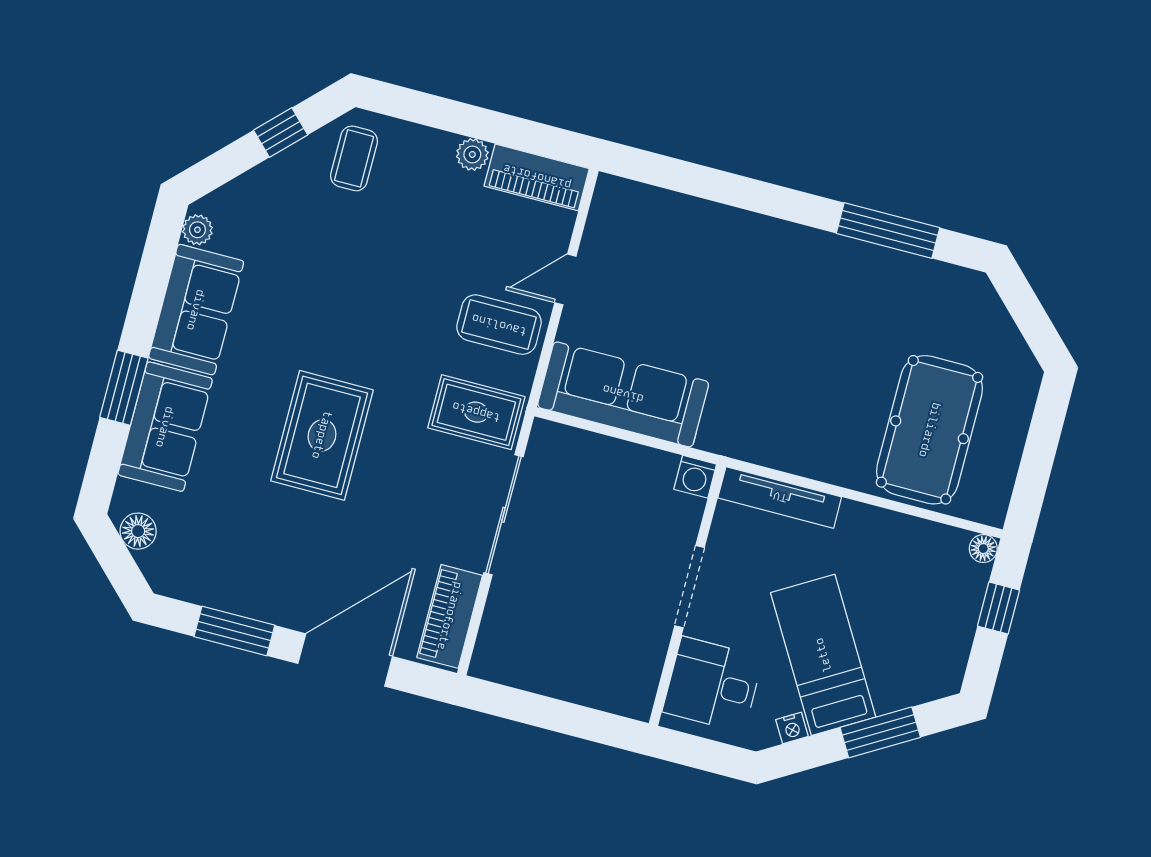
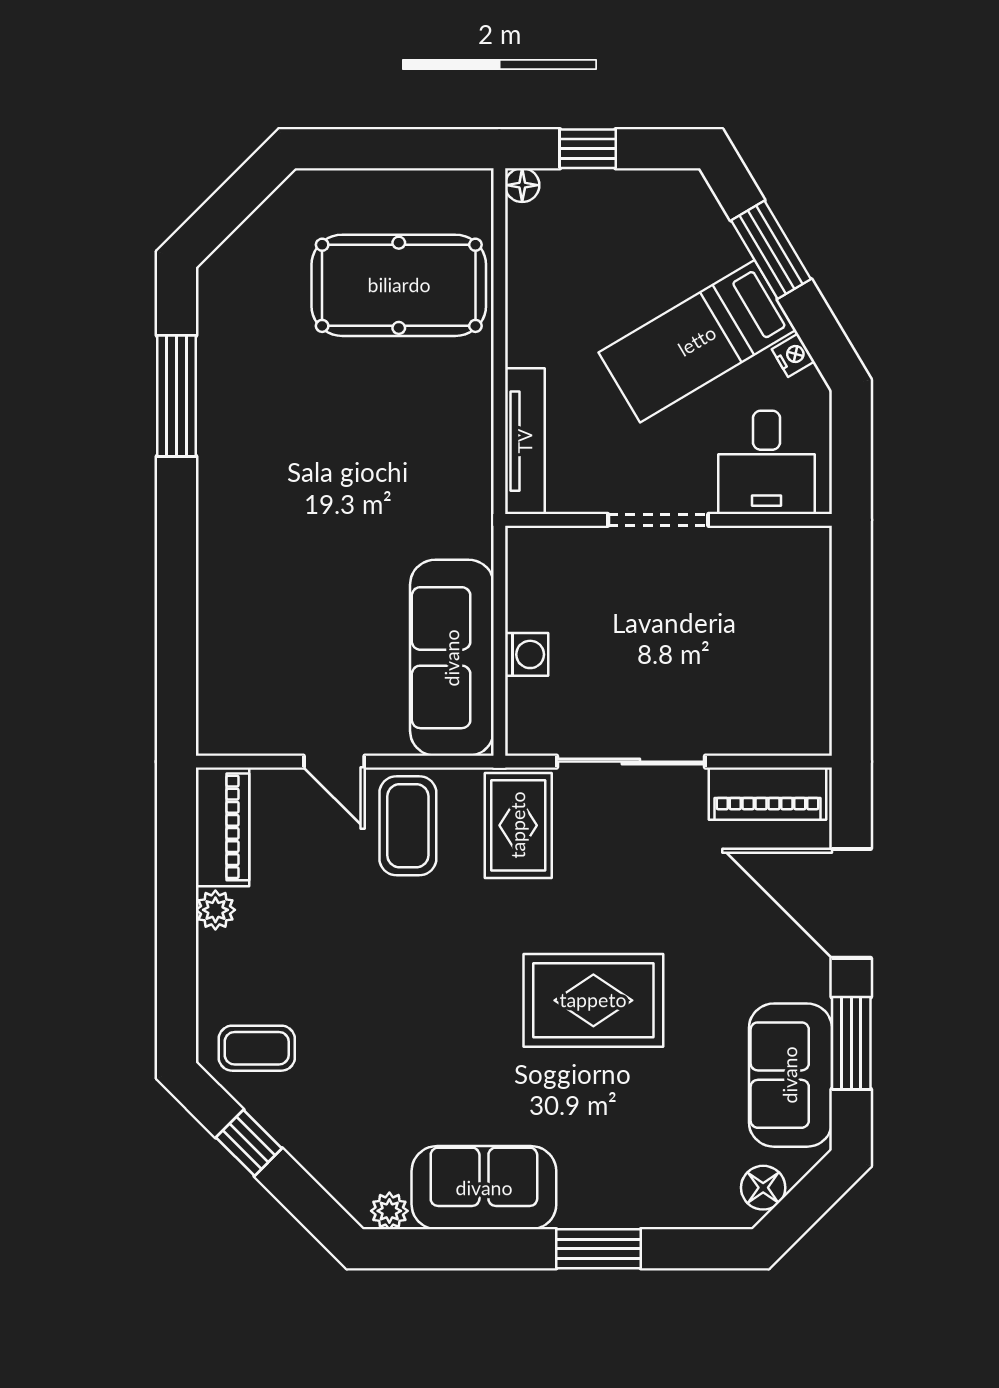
sofa: (165, 427) -> (790, 1075), moved, turned -90
washing machine: (695, 477) -> (527, 654), moved

